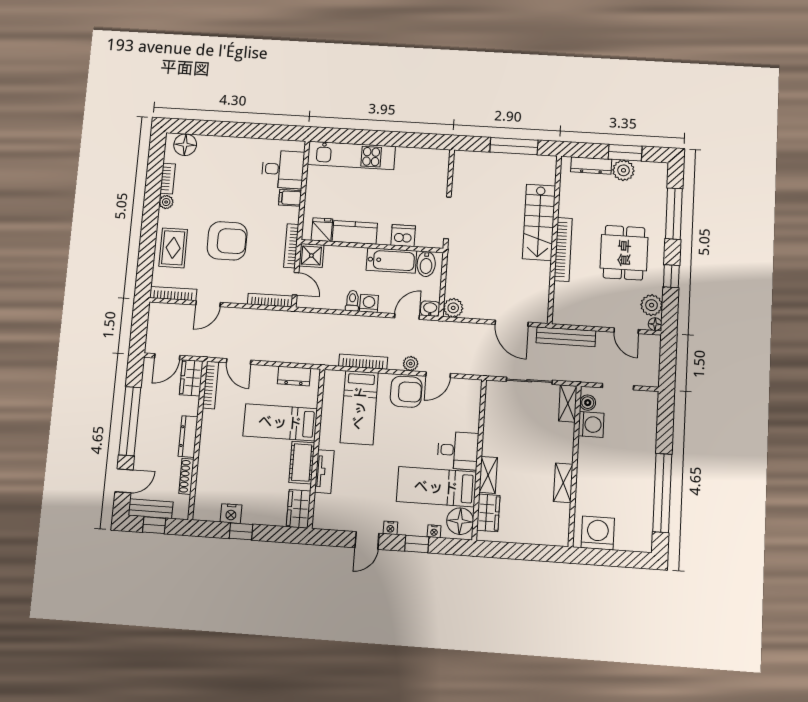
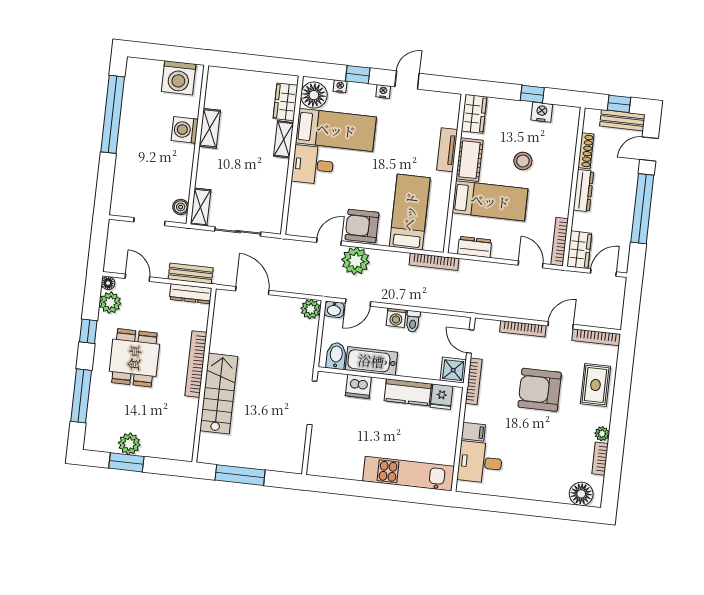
dresser: (591, 165) -> (191, 294), moved, turned 180
bookcase: (270, 300) -> (523, 329), moved
bench: (566, 337) -> (191, 273), width x0.73
bookcase: (363, 362) -> (434, 262), moved
plant: (411, 364) -> (356, 261), width x1.87, depth x1.87
washing machine: (591, 424) -> (185, 130), moved
stool: (249, 463) -> (523, 161), added

